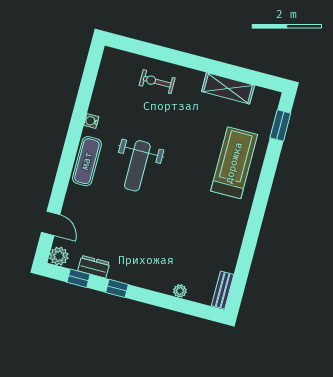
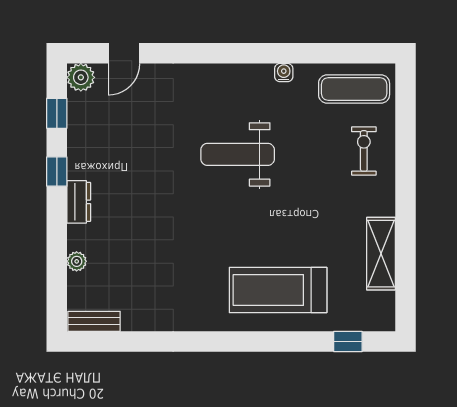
window: (280, 126) -> (348, 341), width x0.67
exercise mat: (87, 161) -> (354, 89), moved
treadmill: (234, 163) -> (278, 290), turned 180
dresser: (94, 267) -> (79, 202), moved

